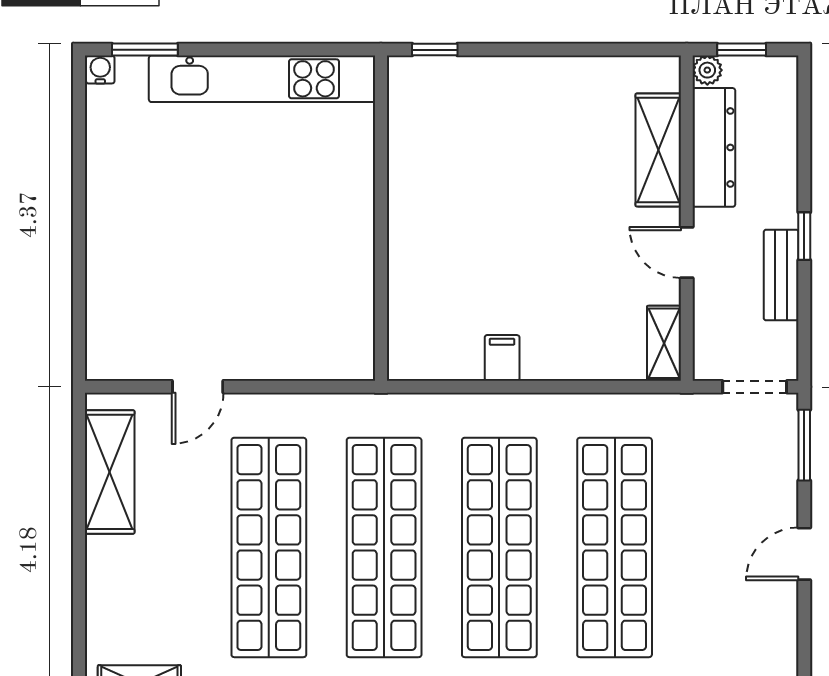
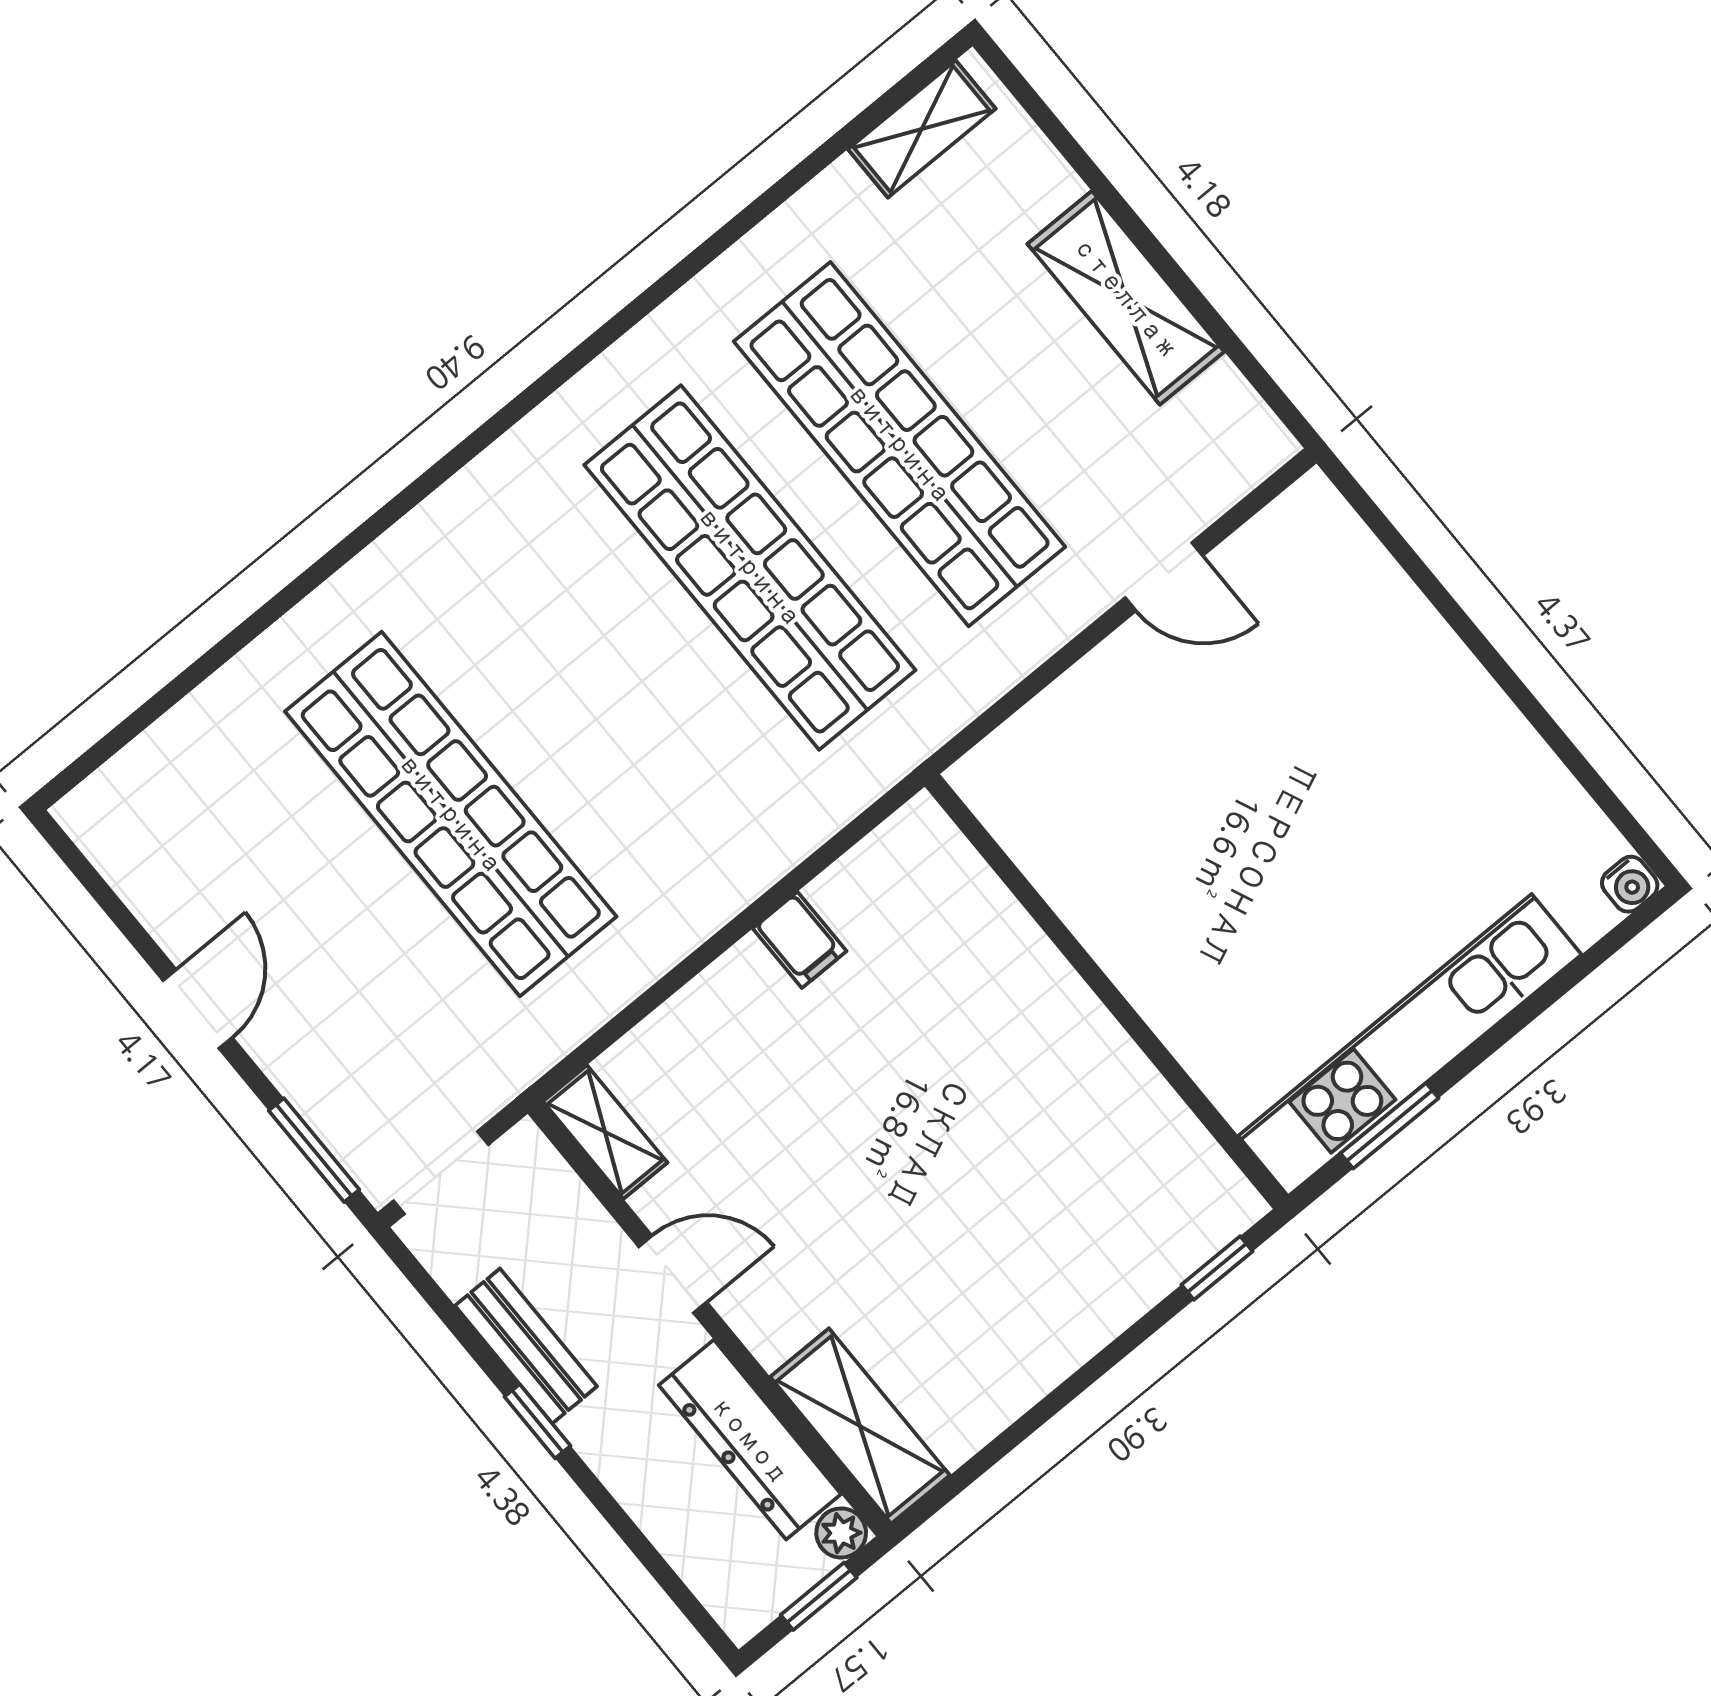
window: (145, 50) -> (1390, 1126), moved
shelving: (658, 150) -> (860, 1426), moved
door: (198, 387) -> (1164, 577), swing flipped
shelving: (110, 472) -> (1126, 298), moved
shop shelf: (499, 547) -> (600, 691), removed

